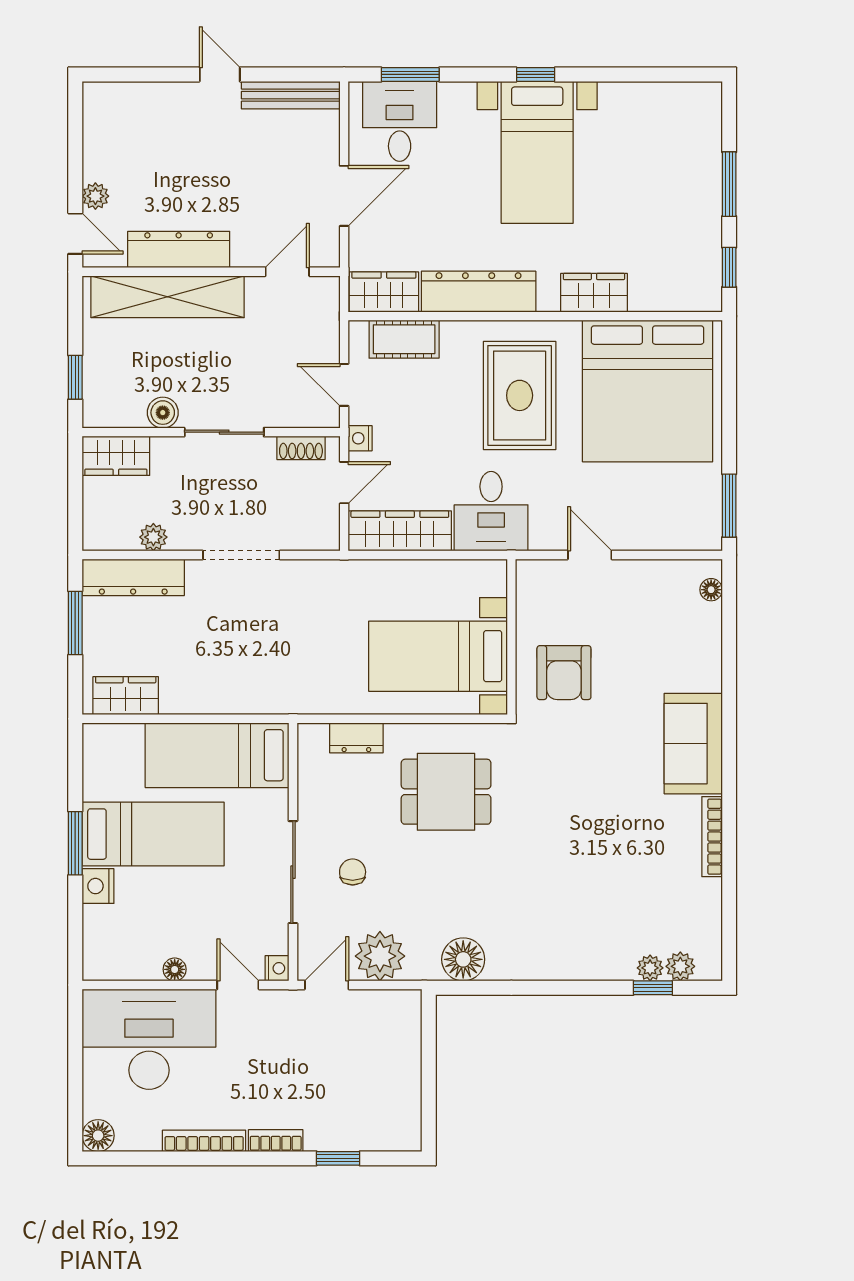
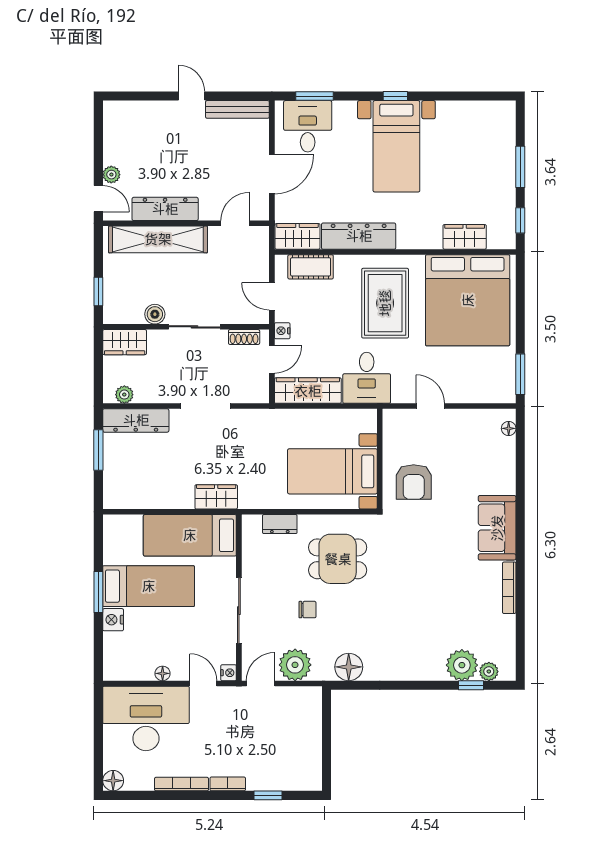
wardrobe: (594, 293) -> (465, 237), moved
plant: (153, 537) -> (124, 395), moved
wardrobe: (126, 696) -> (216, 497), moved
chair: (353, 872) -> (307, 610), moved, turned 90
plant: (650, 968) -> (462, 665), width x1.88, depth x1.88

